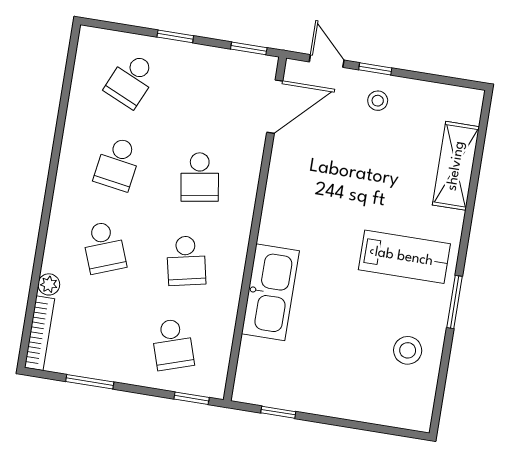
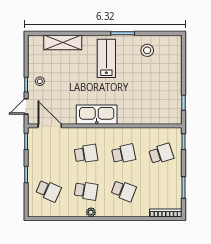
school desk: (104, 247) -> (124, 191), turned 42
plant: (49, 284) -> (91, 212), moved
kitchen sink: (270, 292) -> (97, 115), moved

